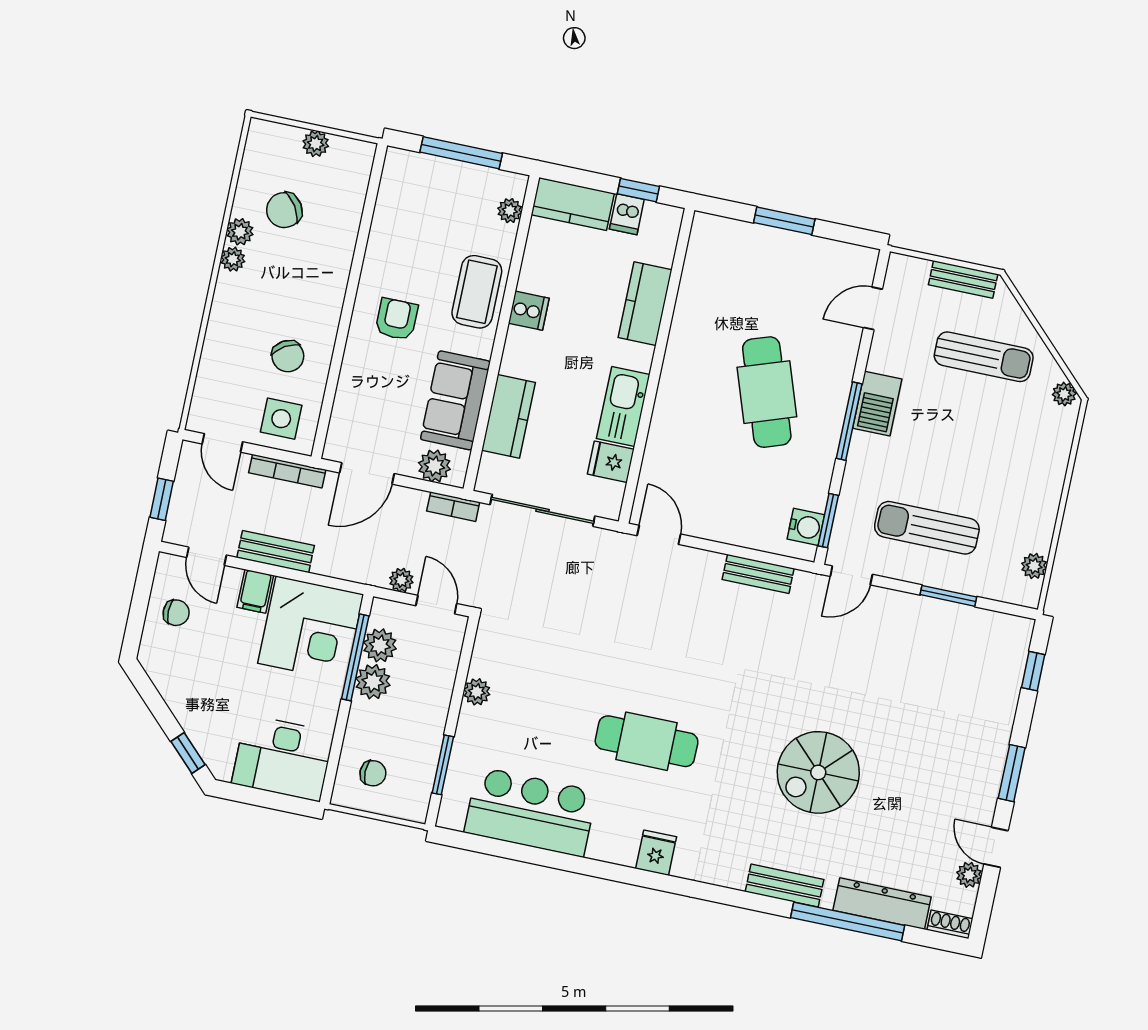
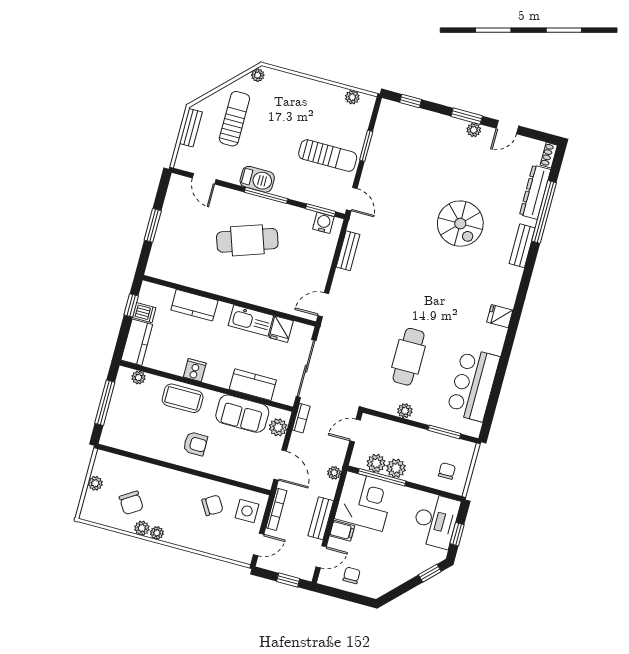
armchair: (397, 319) -> (195, 444), turned 180
sun lounger: (927, 528) -> (328, 156), turned -90
plant: (401, 580) -> (334, 473), moved
cafe table: (647, 741) -> (409, 357), moved
window: (261, 798) -> (457, 534), added
plant: (969, 875) -> (474, 130), moved

